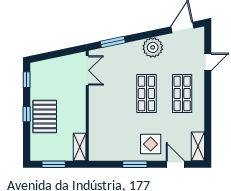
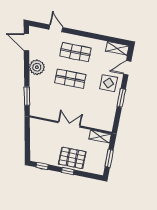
double door: (87, 70) -> (69, 124), moved

